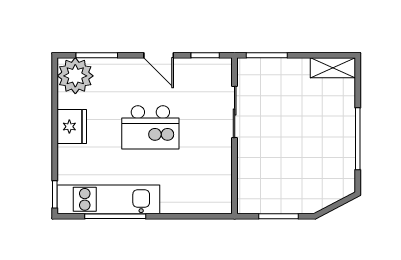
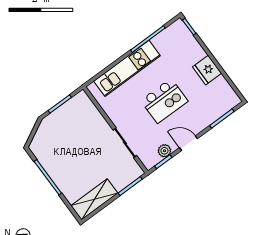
shelving: (333, 68) -> (94, 199), width x1.50, depth x1.33
plant: (75, 76) -> (164, 151), moved, width x0.53, depth x0.53
kitchen island: (150, 127) -> (164, 101), turned 180
kitchen unit: (108, 199) -> (127, 68), moved

